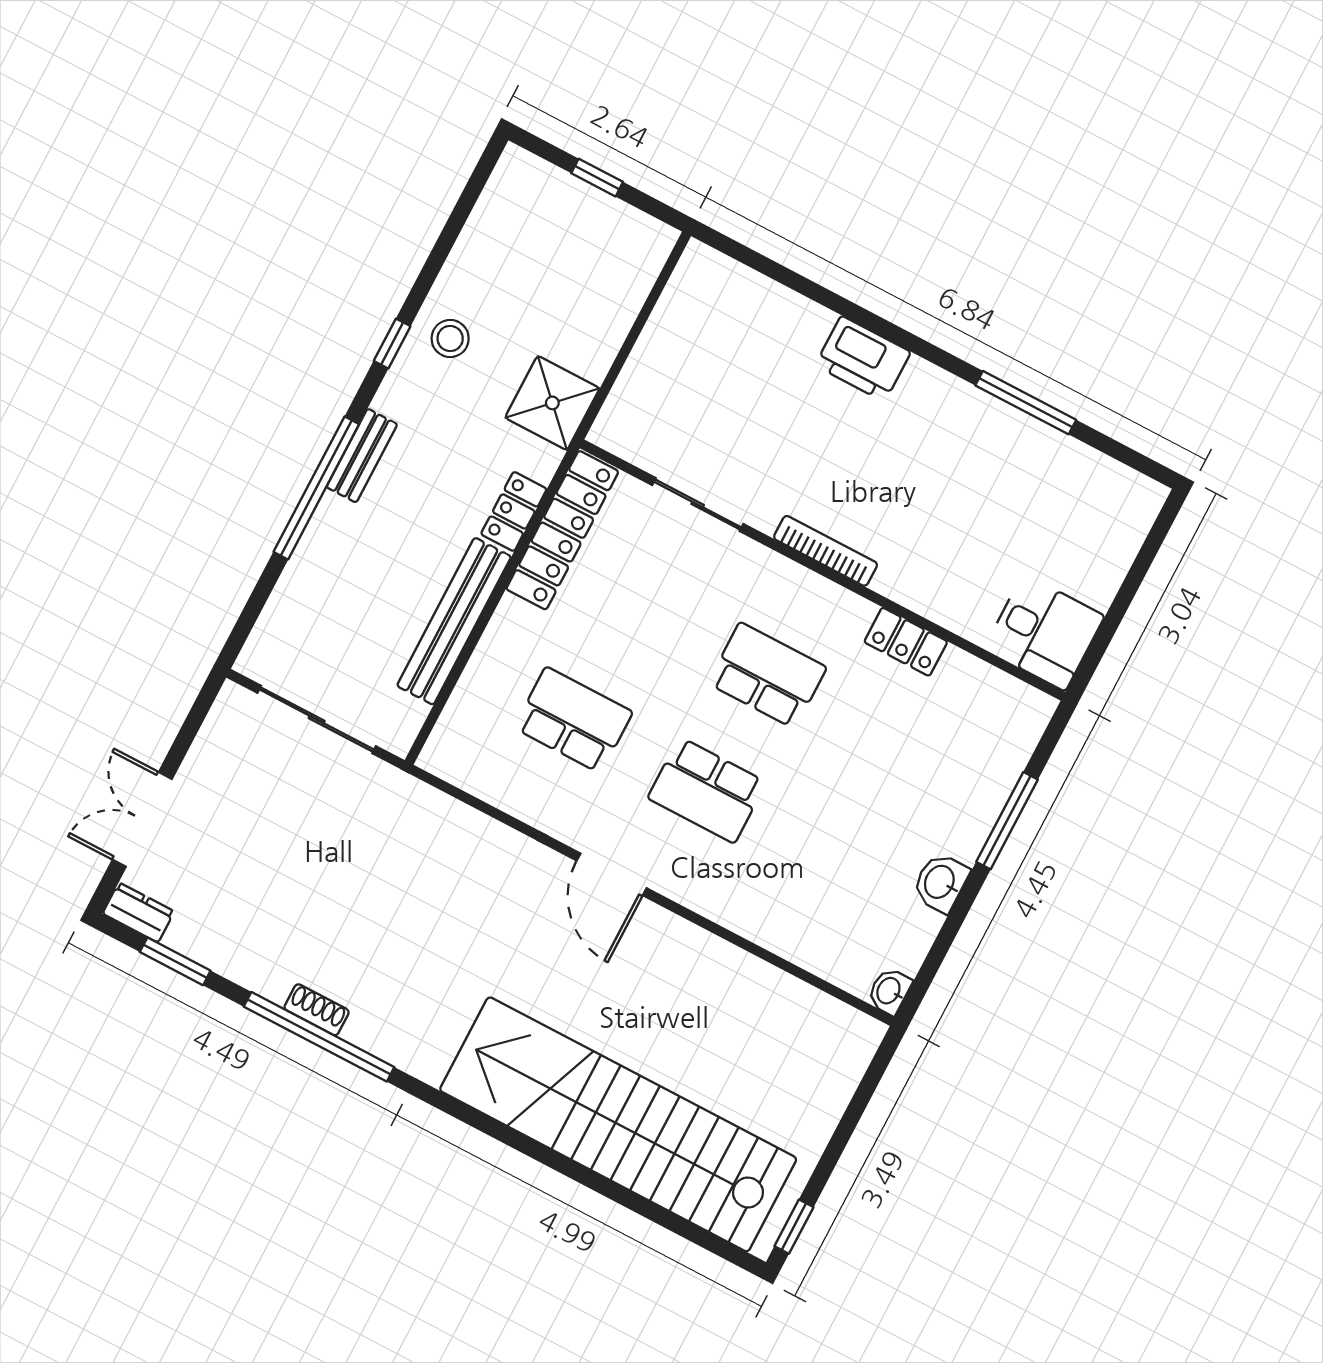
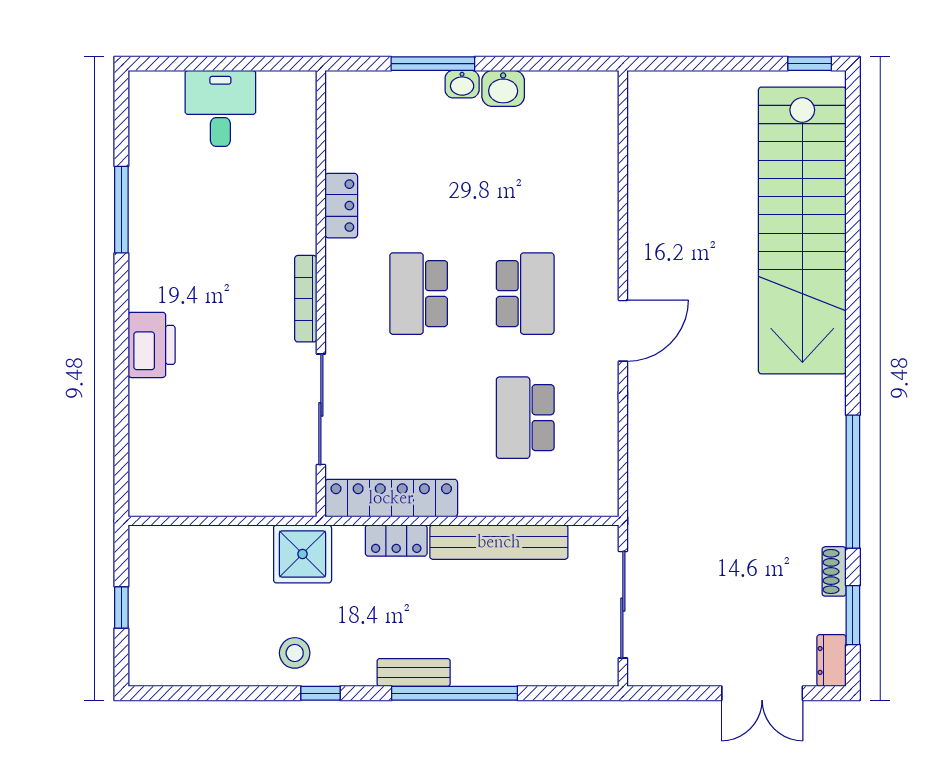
sliding door: (698, 505) -> (321, 409), width x1.37
desk: (1044, 632) -> (220, 108), moved
washbasin: (889, 991) -> (462, 84), moved
shoe rack: (317, 1010) -> (834, 571), moved

